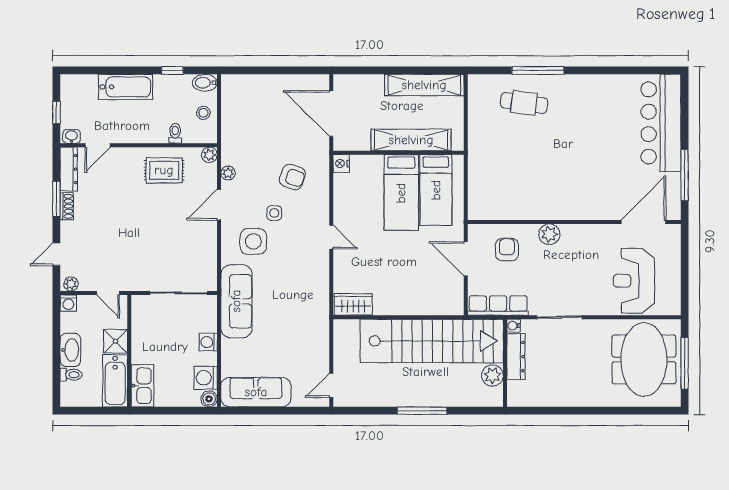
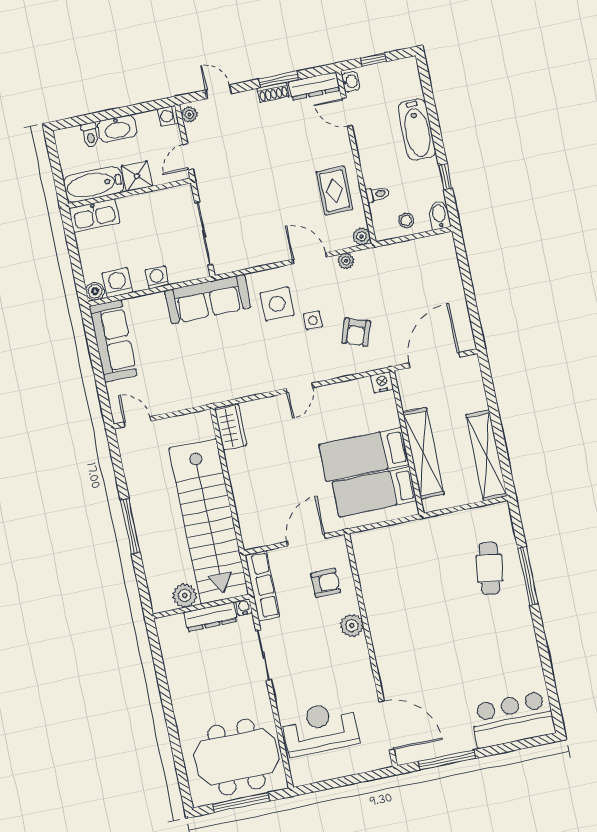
bar counter: (661, 123) -> (513, 719), width x0.73

